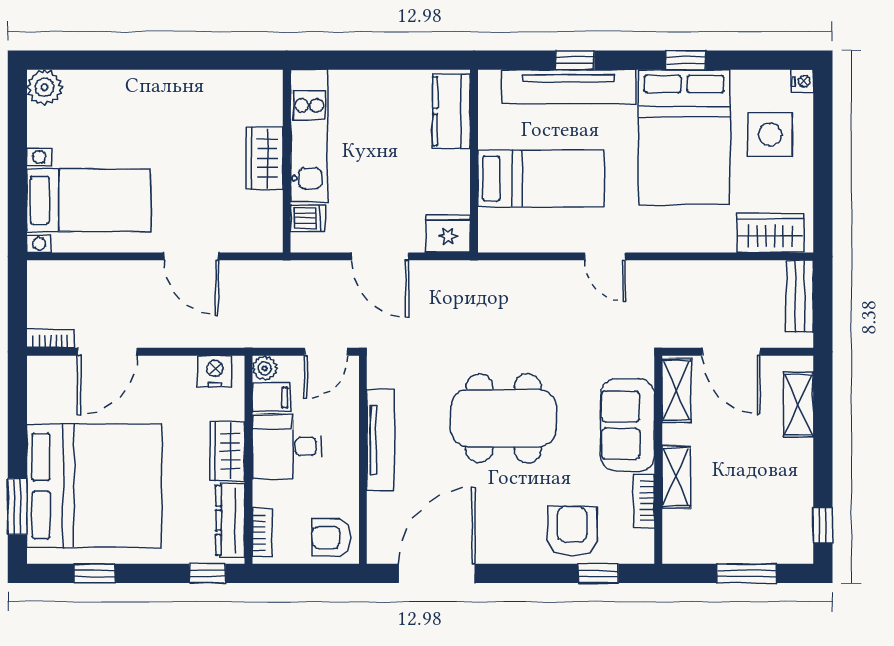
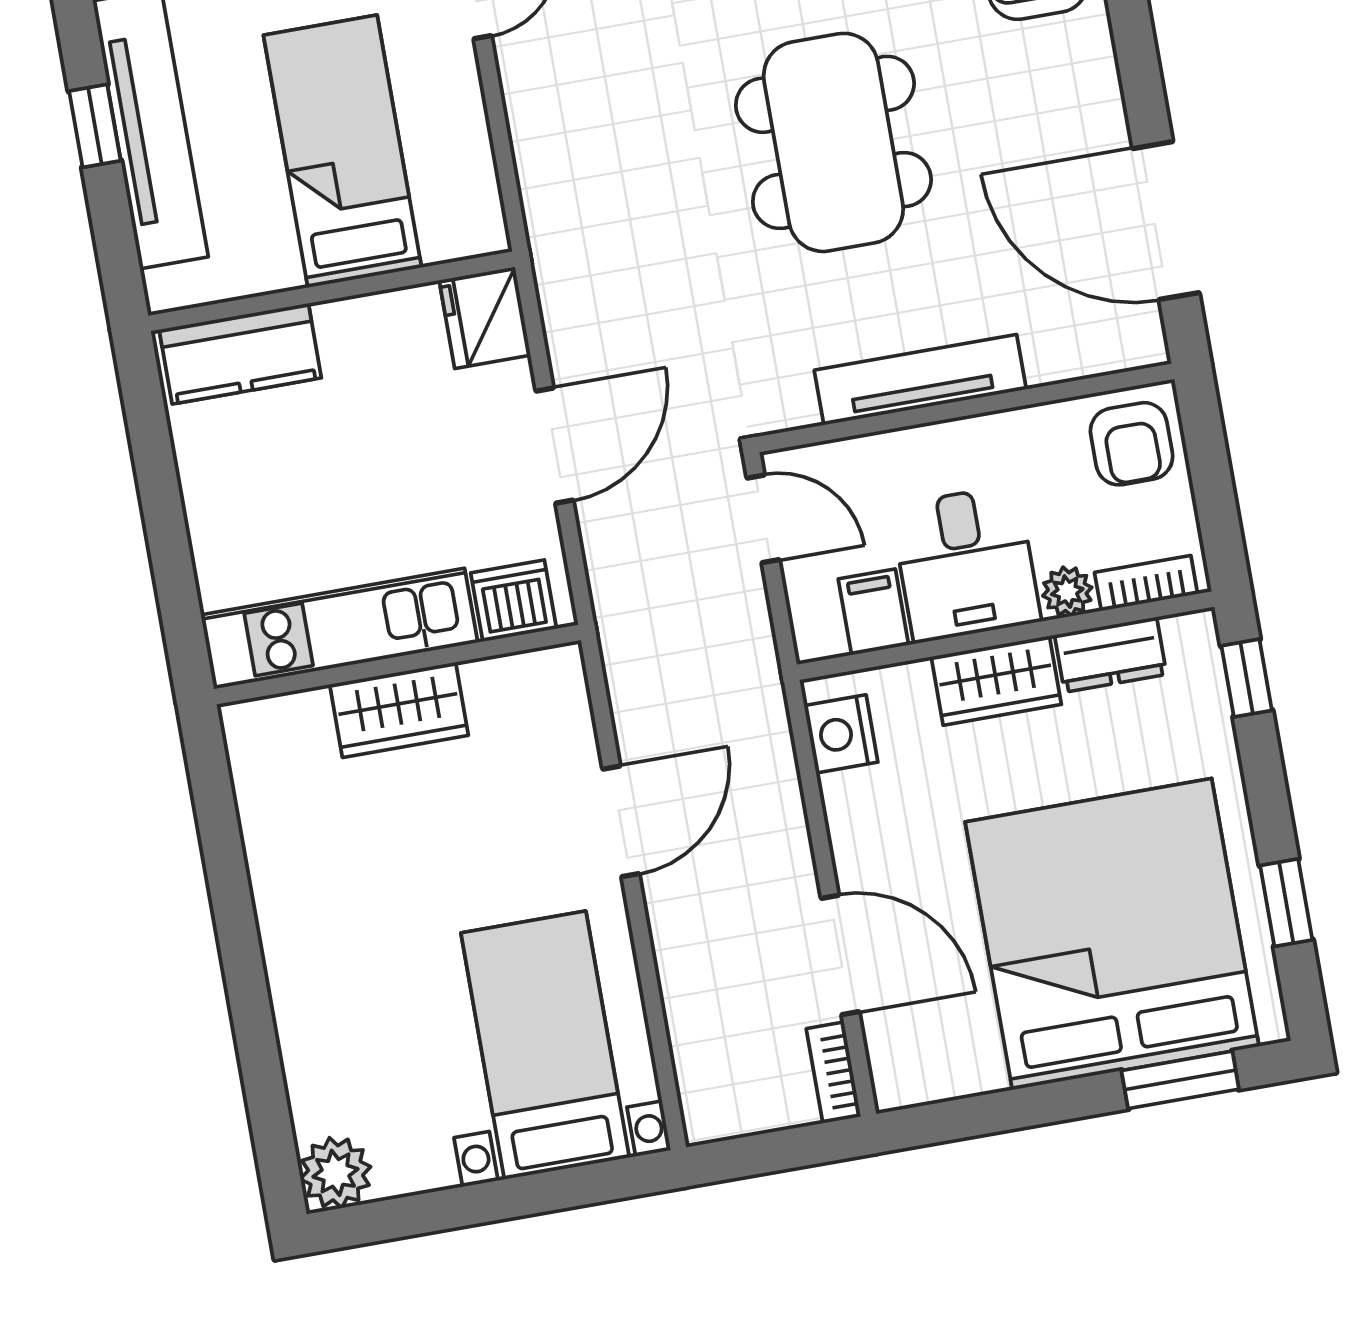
dishwasher: (308, 218) -> (514, 601), width x1.38
plant: (265, 368) -> (1067, 592), moved
dresser: (230, 520) -> (1111, 655), width x0.70

